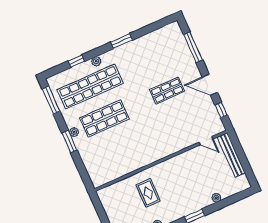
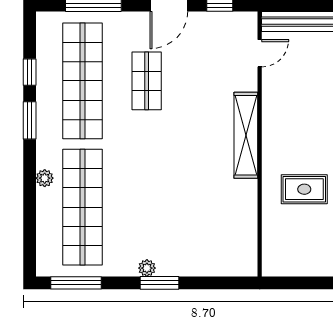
window: (76, 61) -> (30, 72), moved
shop shelf: (104, 118) -> (83, 81), moved, width x1.40
shelving: (162, 152) -> (246, 135), added

